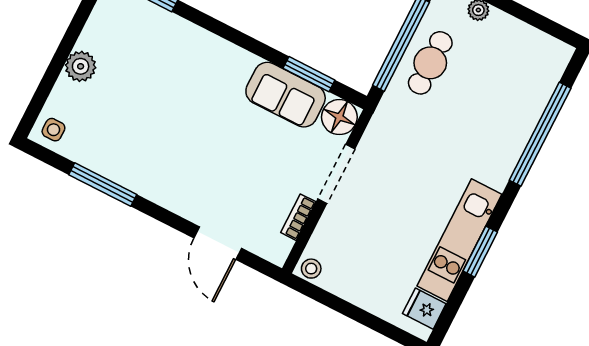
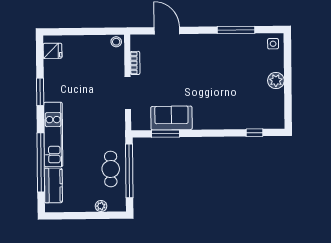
kitchen counter: (539, 85) -> (53, 185), added
floor lamp: (339, 117) -> (140, 121), removed
kitchen unit: (459, 240) -> (53, 134), moved

